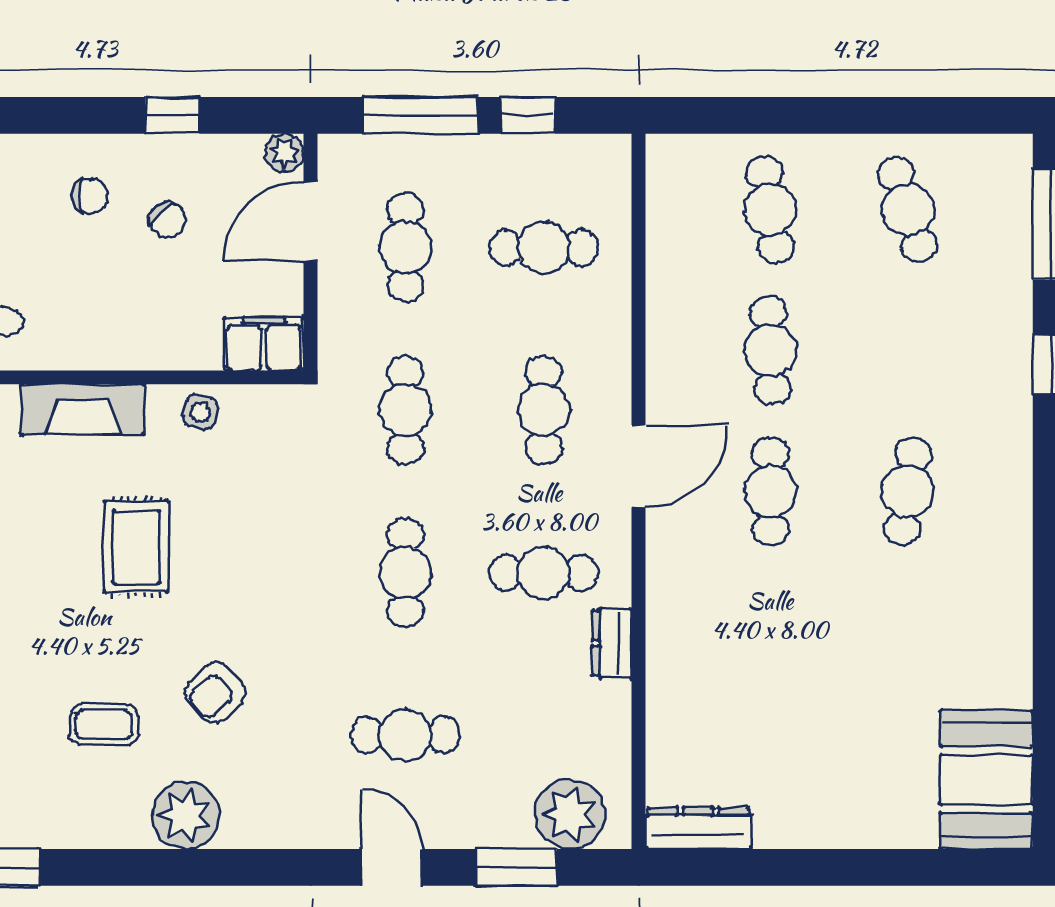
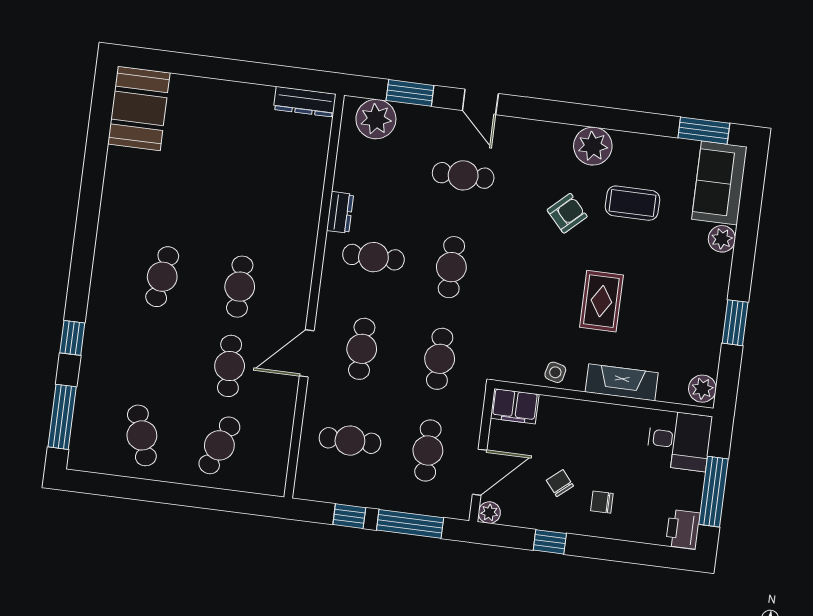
cafe table: (770, 210) -> (219, 445), turned 30
door: (639, 466) -> (307, 353), moved
coffee table: (104, 725) -> (632, 203), width x1.36, depth x1.30

